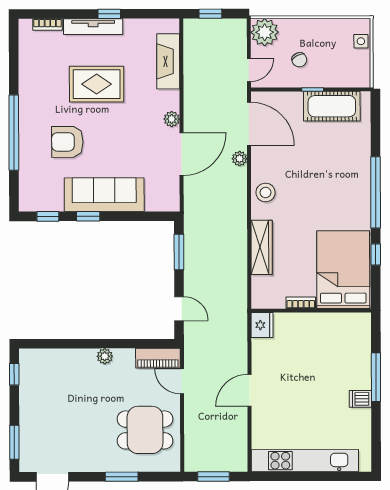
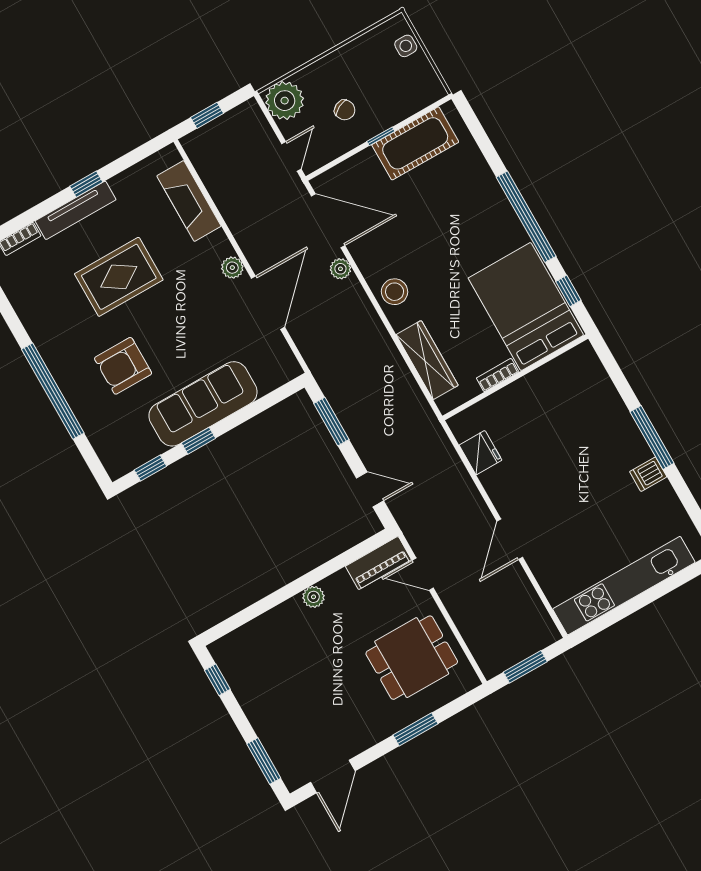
bed: (343, 270) -> (526, 307), moved
bookcase: (301, 303) -> (498, 375), moved
wall: (311, 311) -> (515, 377), moved

